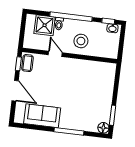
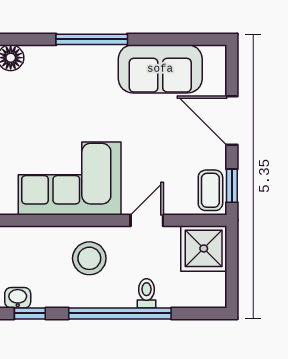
shower: (45, 25) -> (204, 248), moved
door: (55, 54) -> (147, 220), swing flipped
corner sofa: (85, 75) -> (70, 178), added

